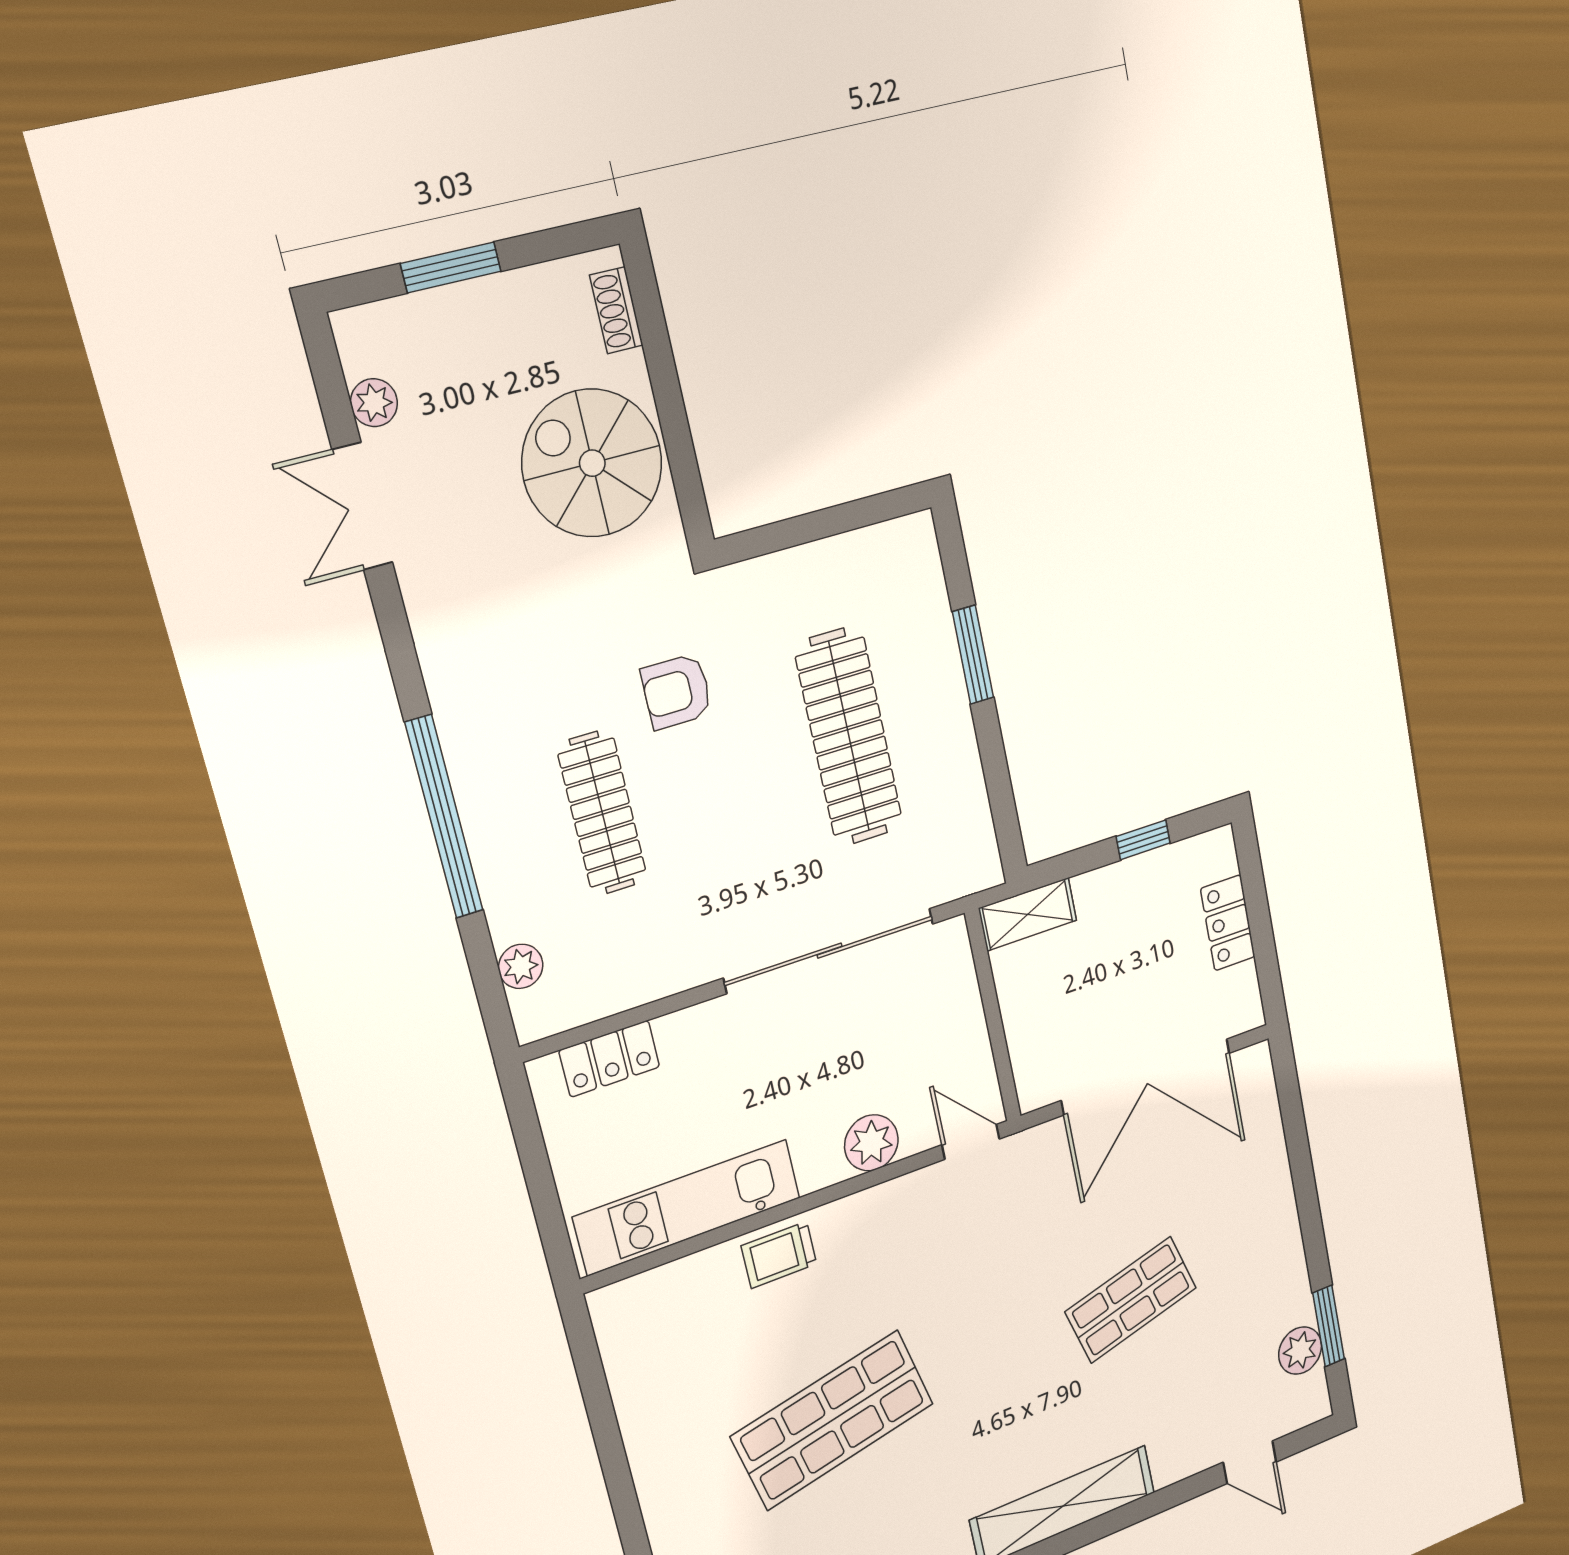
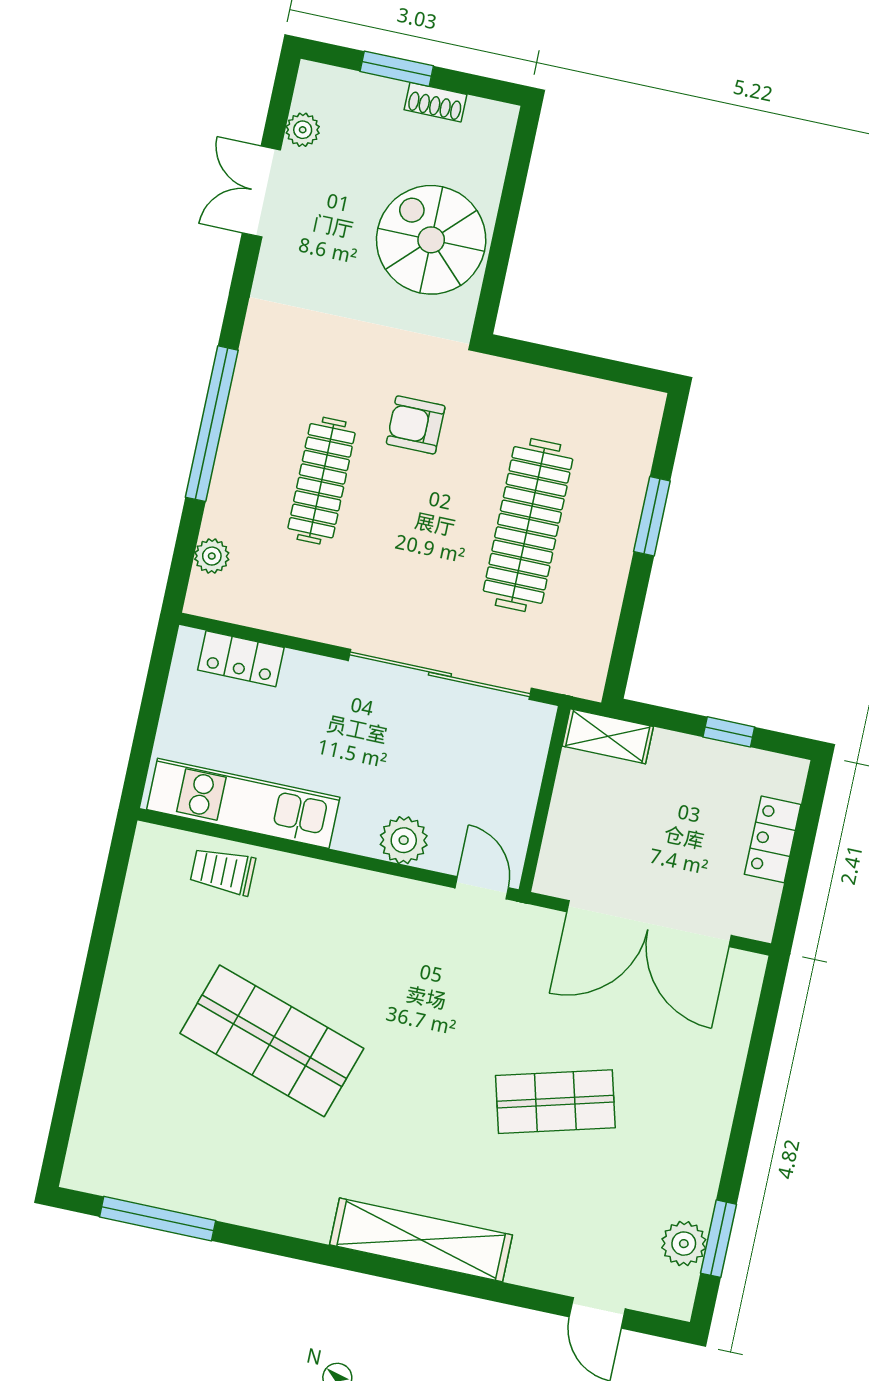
shoe rack: (616, 310) -> (435, 102), moved, turned -90
trolley: (779, 1255) -> (223, 871), moved
shop shelf: (833, 1420) -> (272, 1041), turned 30

